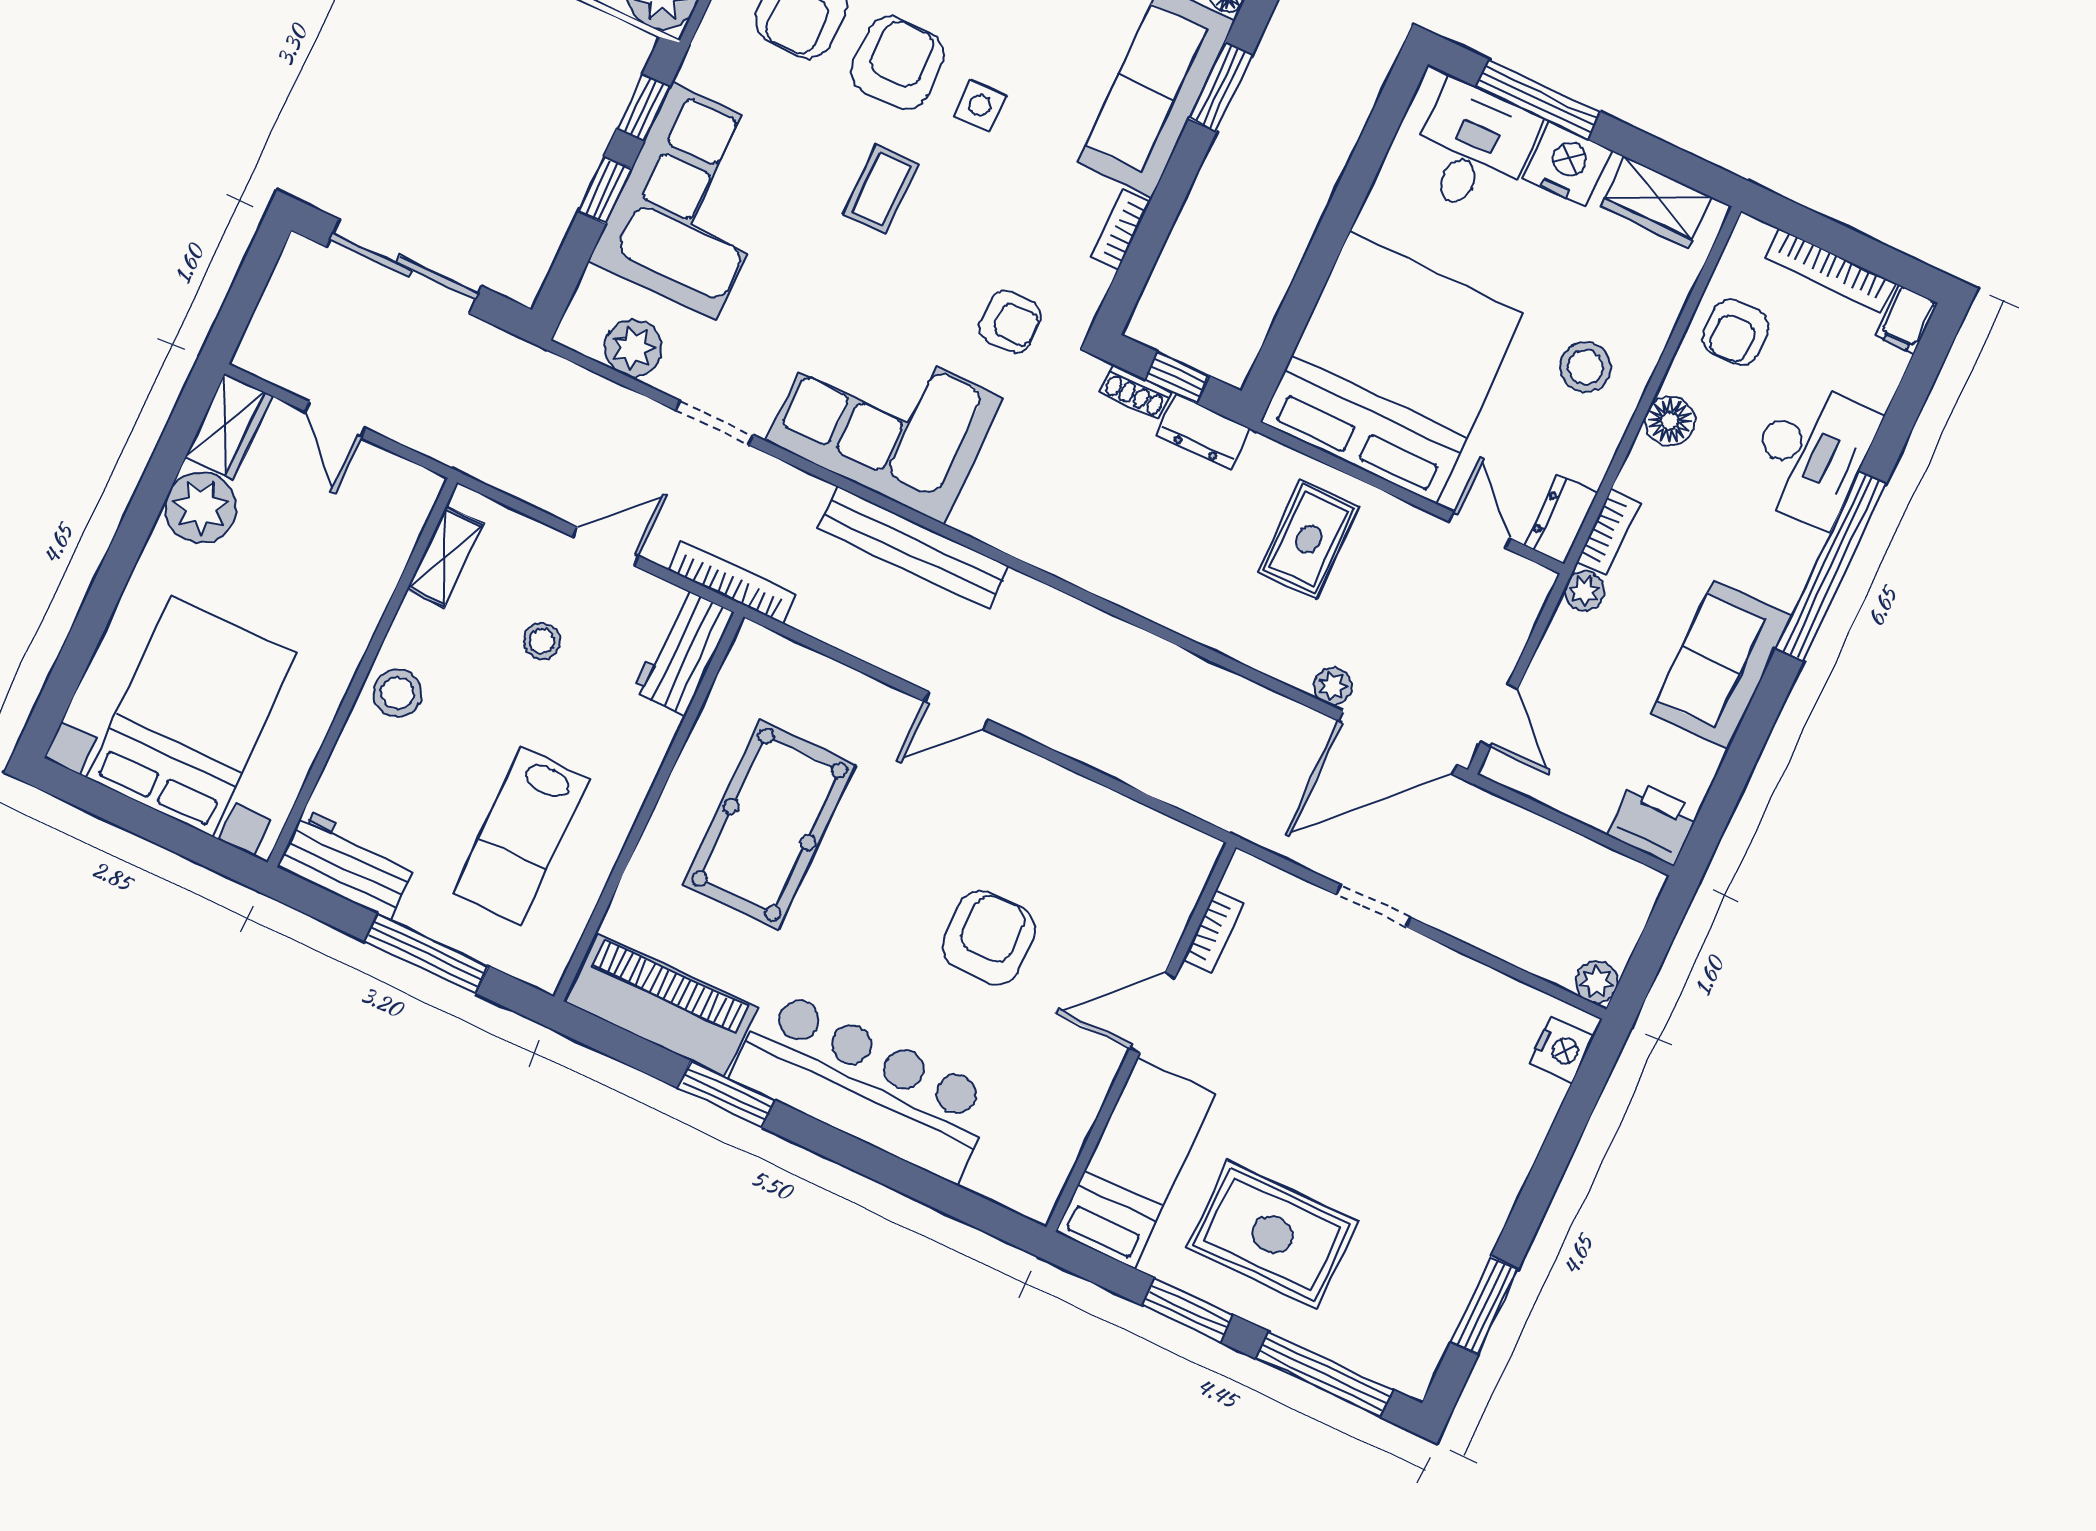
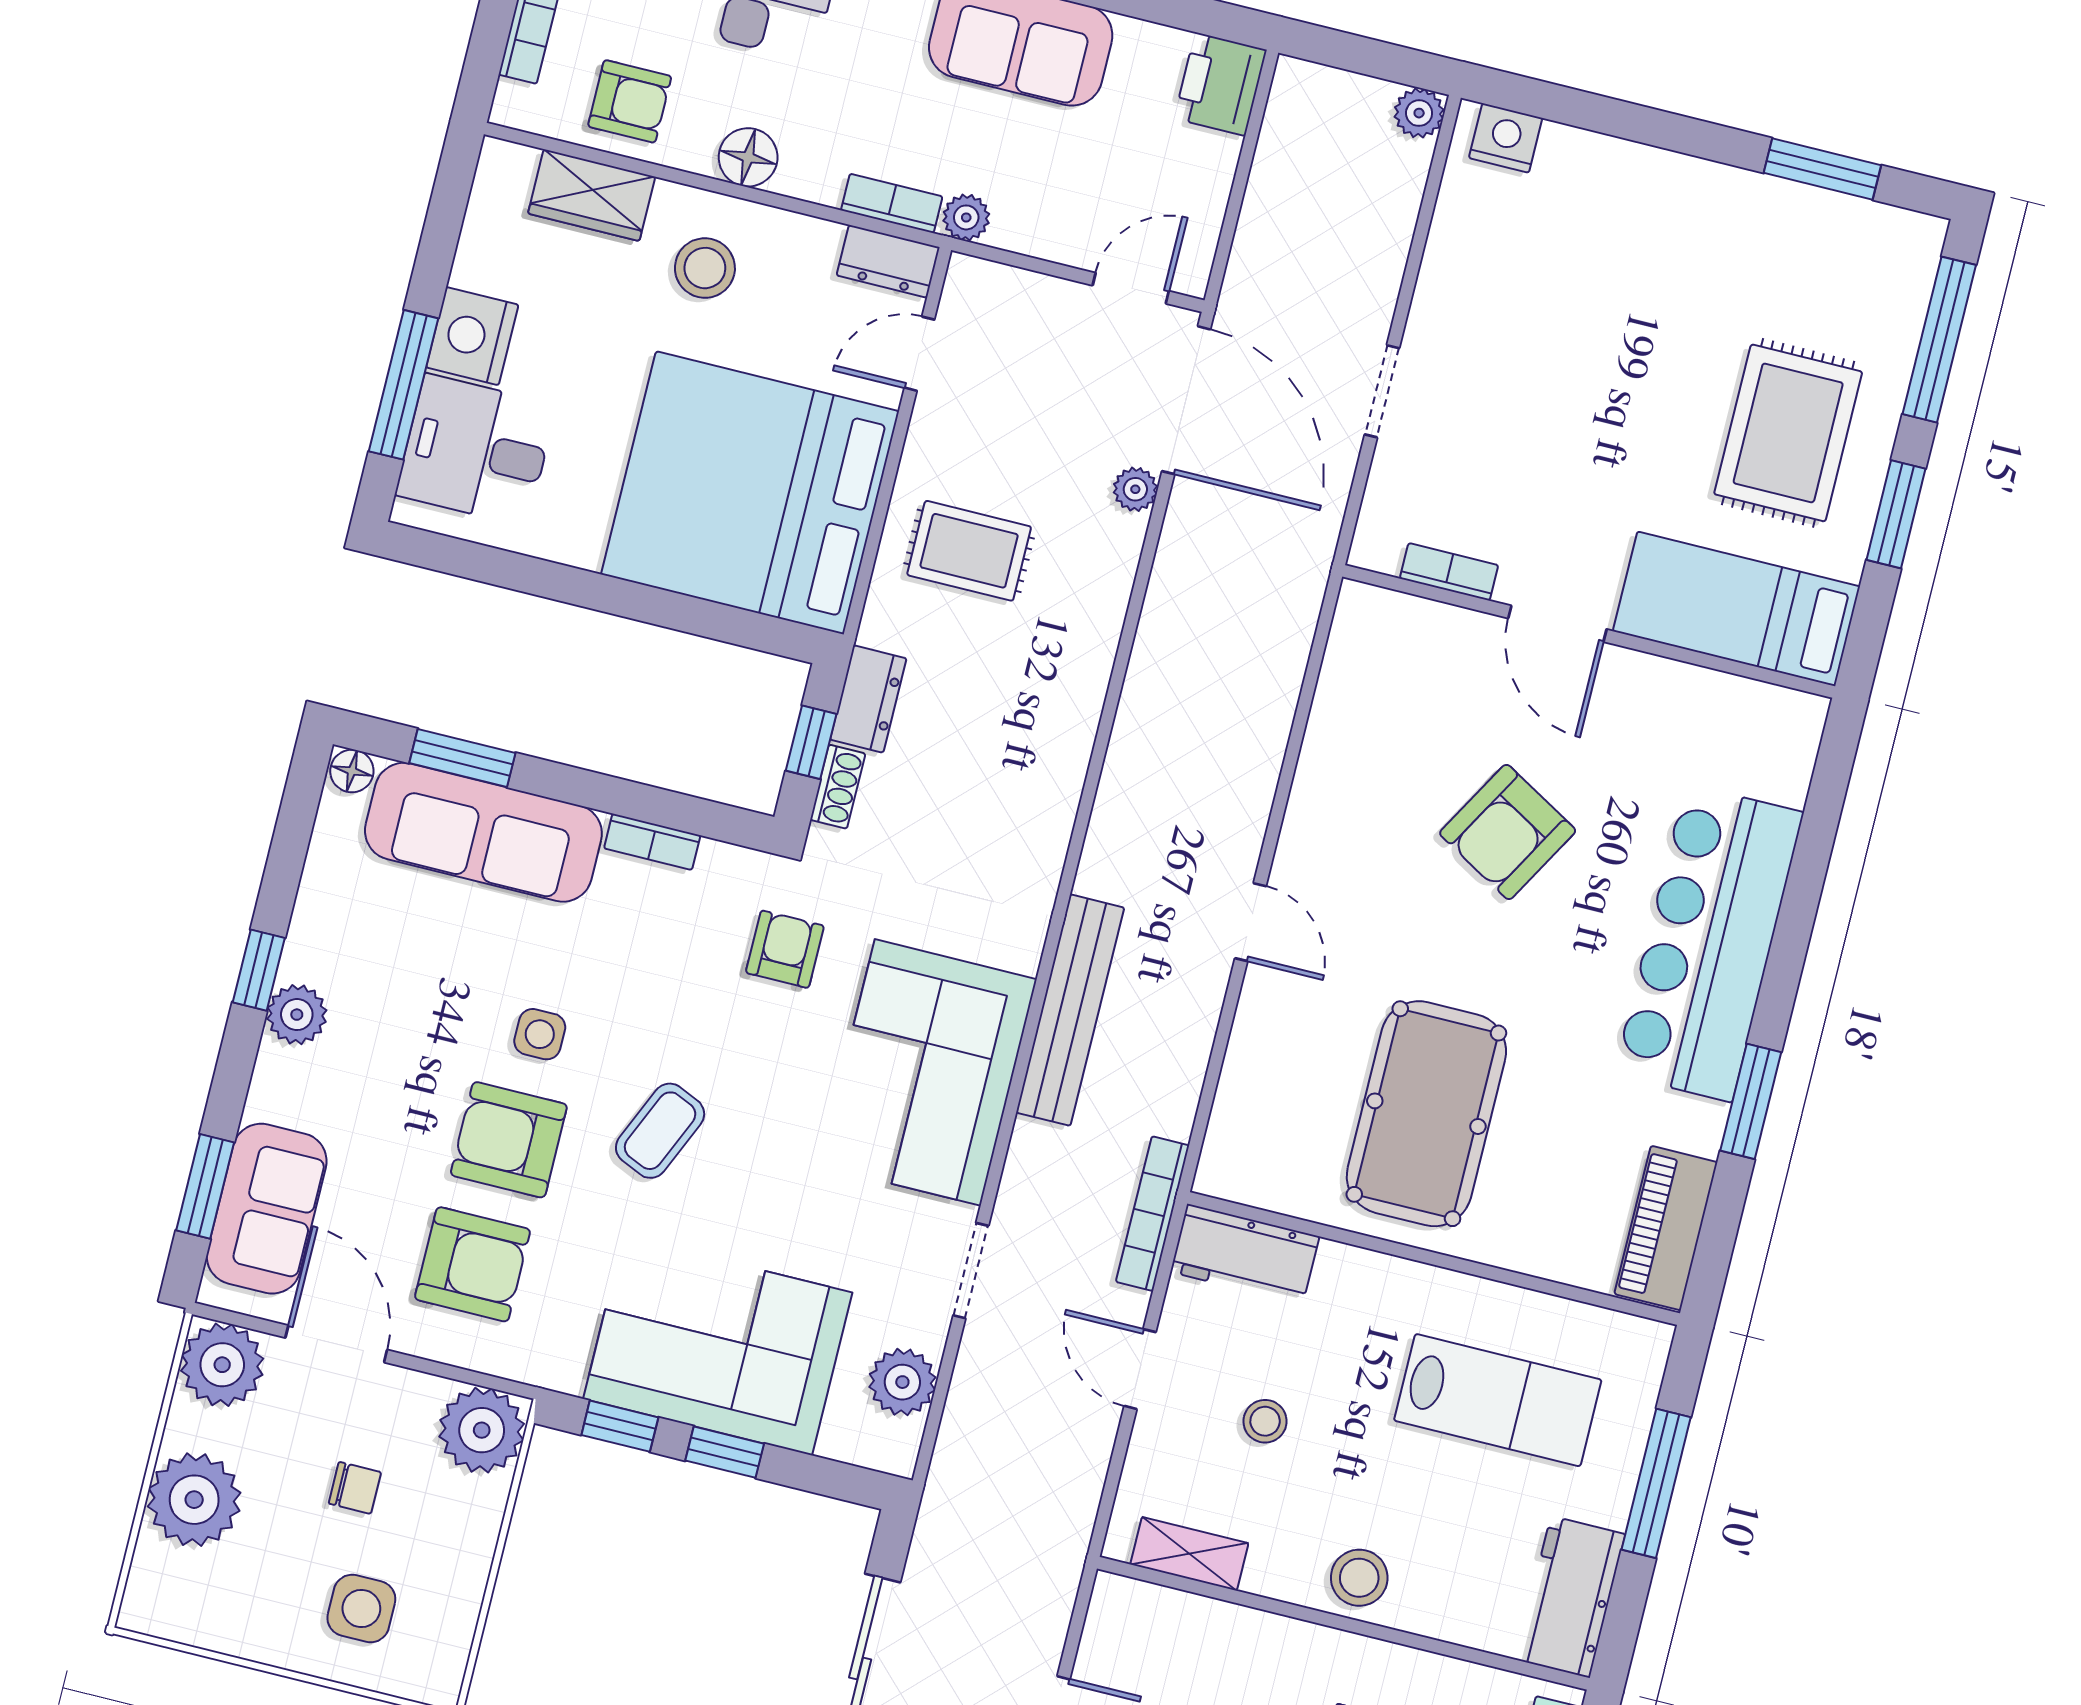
coffee table: (881, 189) -> (660, 1131), turned -66
wardrobe: (1656, 202) -> (592, 195), moved, turned 90
pool table: (769, 824) -> (1426, 1114), turned 90
armchair: (989, 938) -> (1508, 832), turned -60
piano: (661, 1005) -> (1666, 1228), width x0.73, depth x0.75

